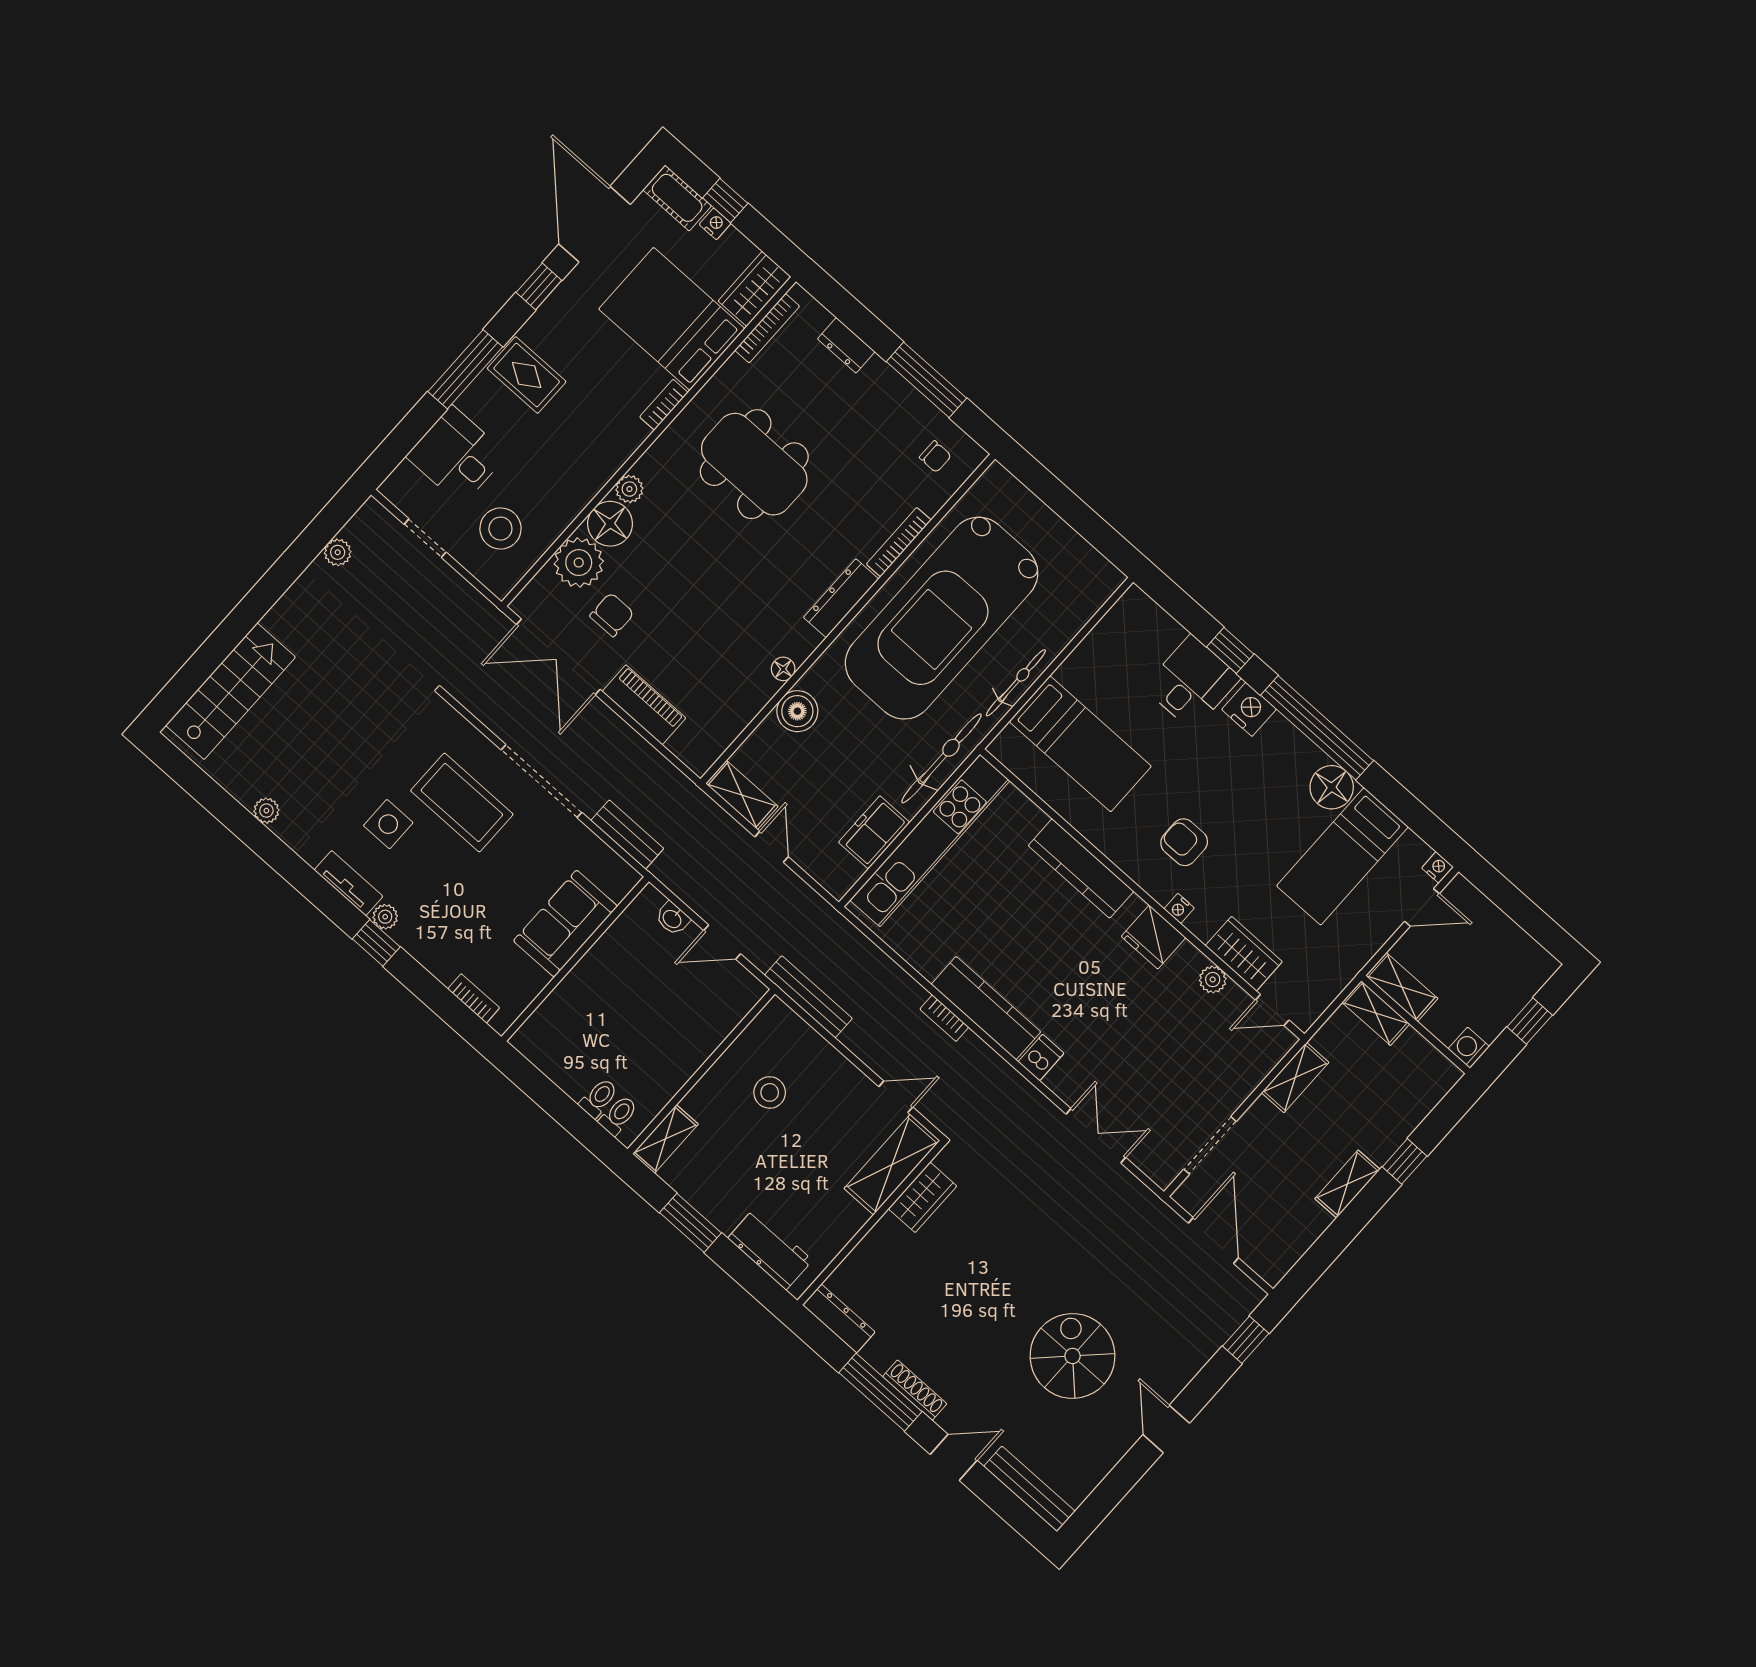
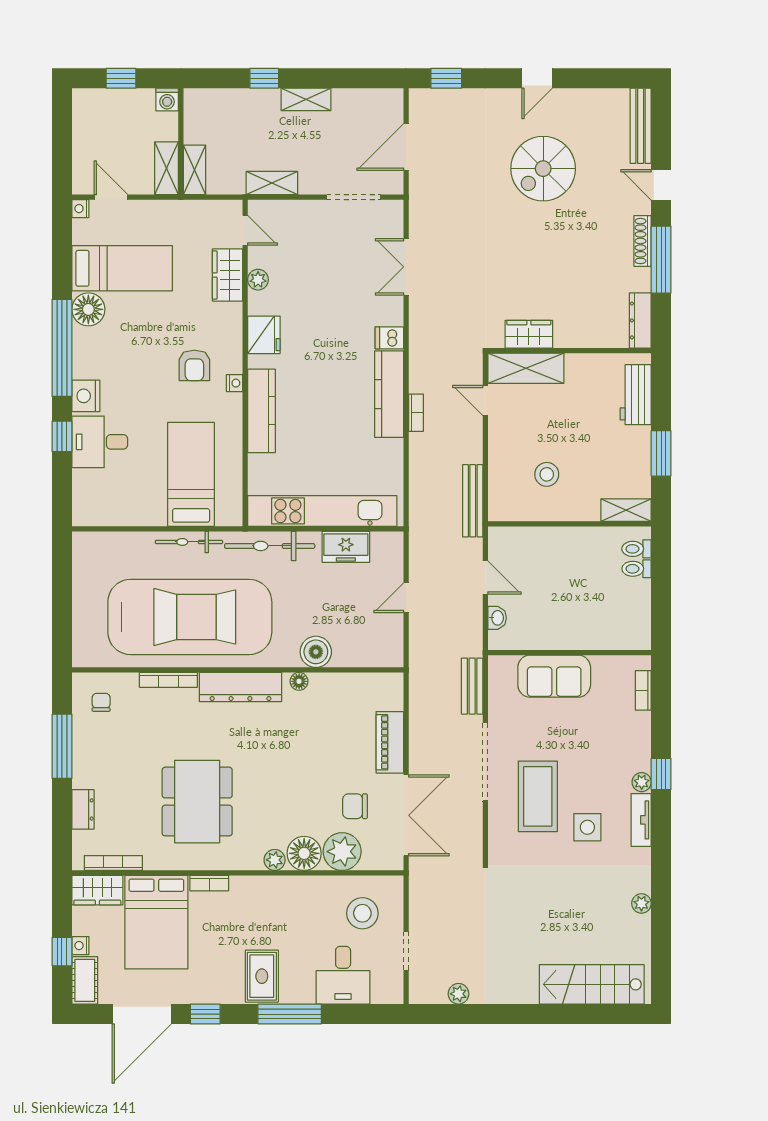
dresser: (841, 598) -> (240, 687), width x1.37, depth x1.24
shelving: (742, 795) -> (392, 641), removed
nightstand: (1179, 908) -> (235, 383), moved

